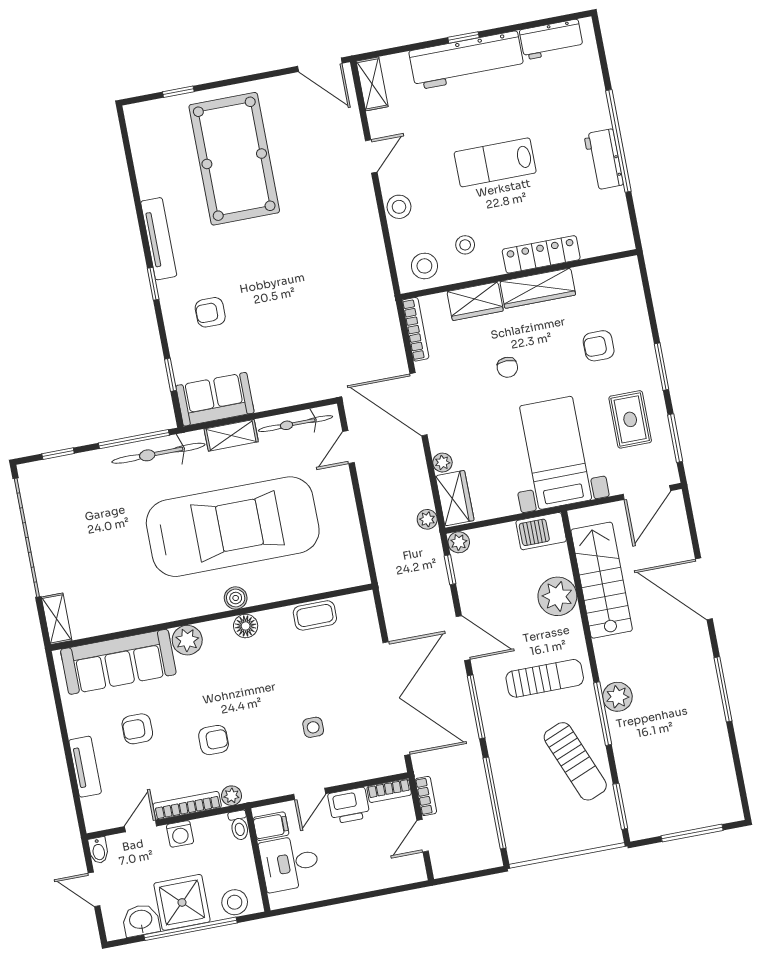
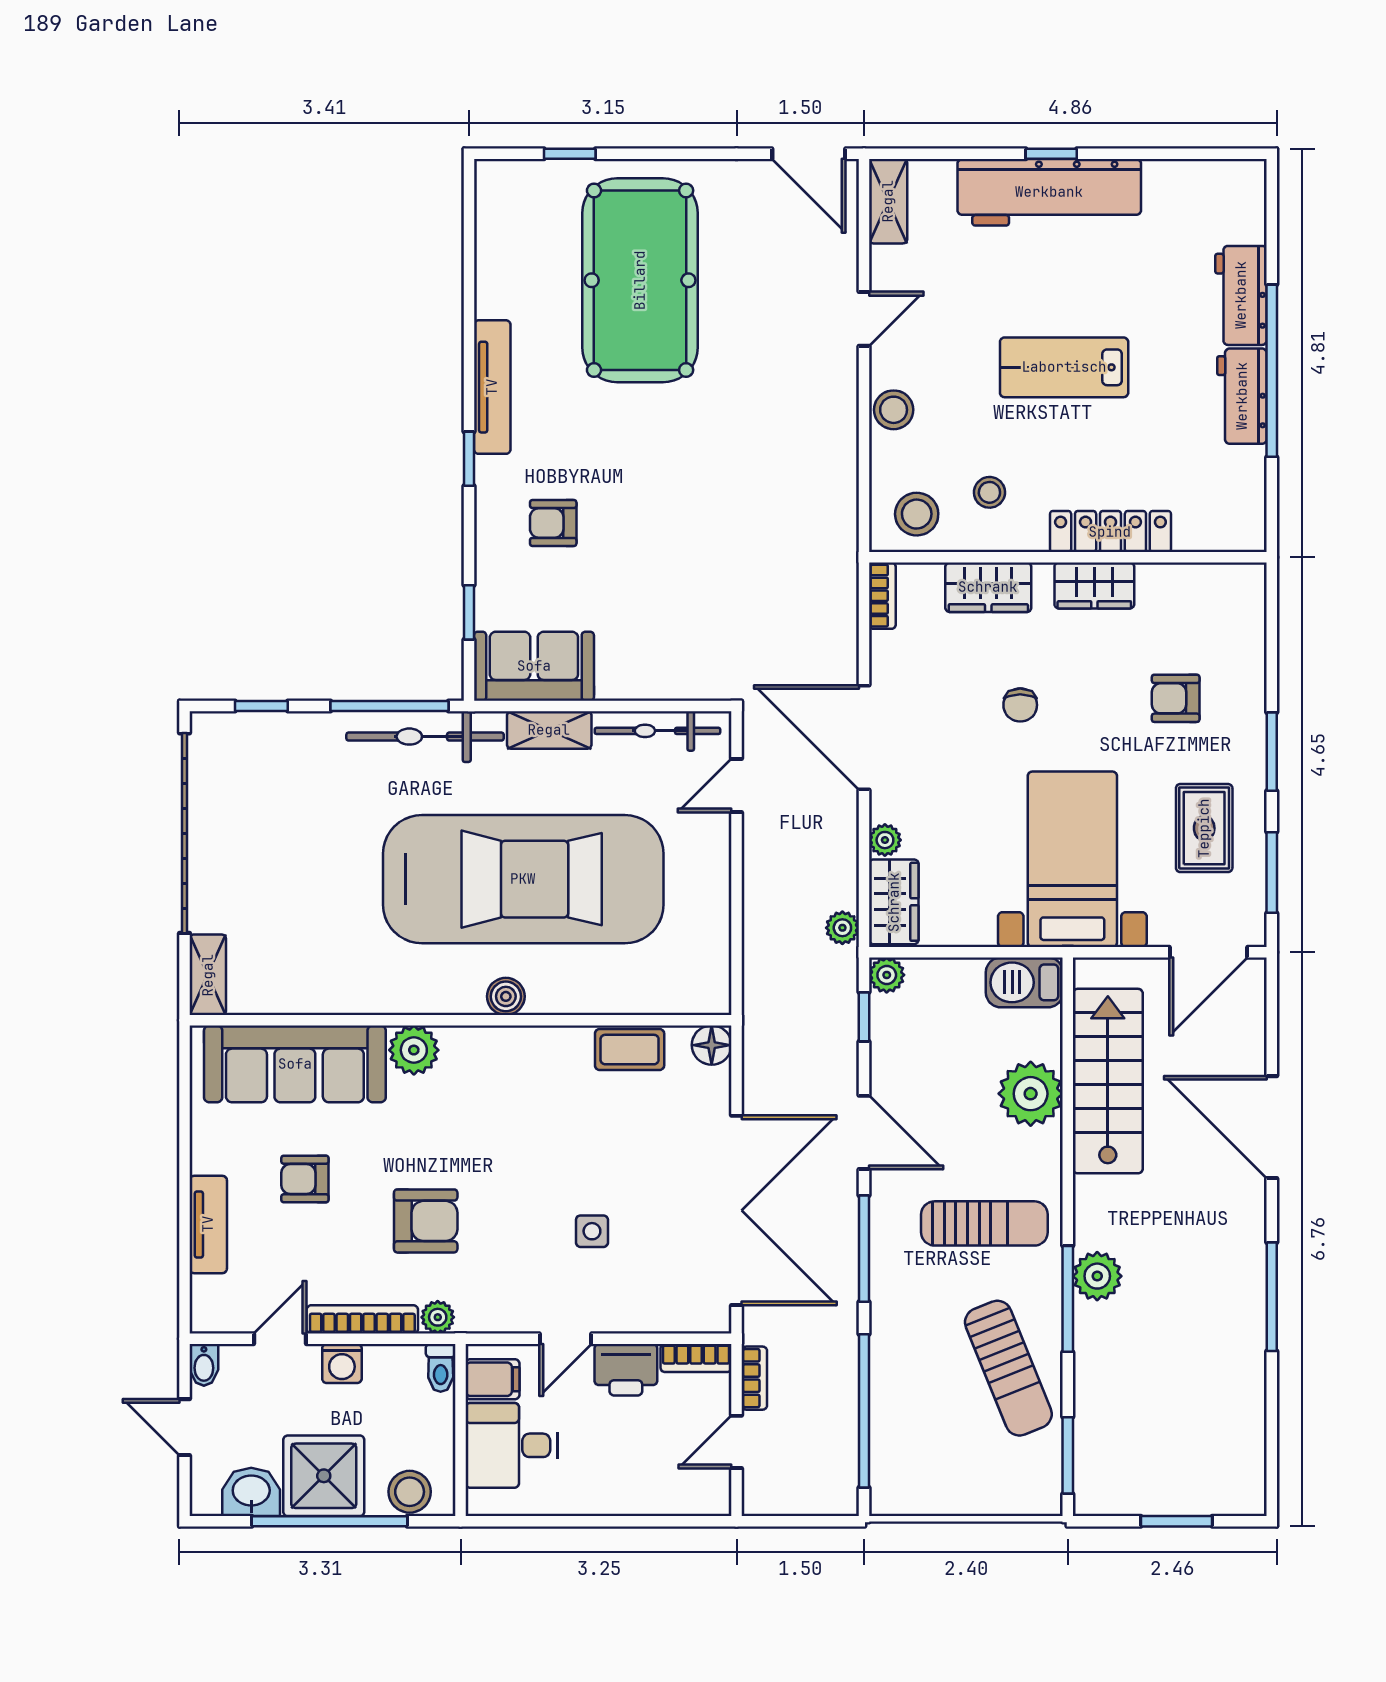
workbench: (551, 39) -> (1241, 295), moved, turned 90
wardrobe: (538, 288) -> (1094, 585), width x0.67
bookcase: (415, 329) -> (882, 596), width x0.64
floor lamp: (246, 626) -> (712, 1045), moved
armchair: (214, 740) -> (426, 1221), width x1.38, depth x1.38
window: (692, 833) -> (1176, 1521), width x0.69

